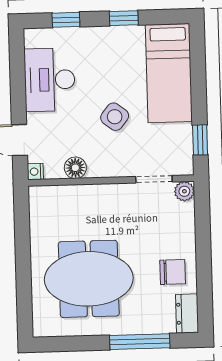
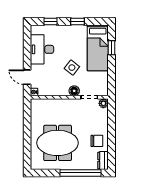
window: (200, 140) -> (111, 48), moved
floor lamp: (75, 168) -> (74, 91), moved
window: (140, 342) -> (80, 173), width x1.46

